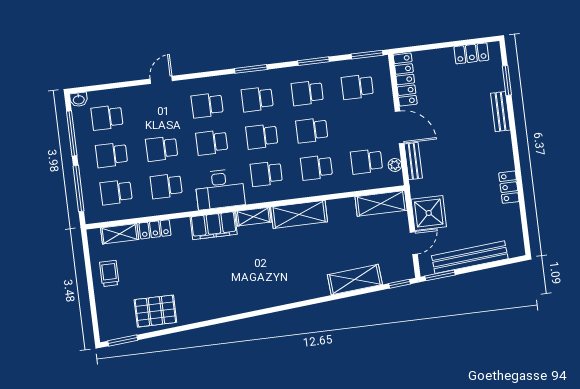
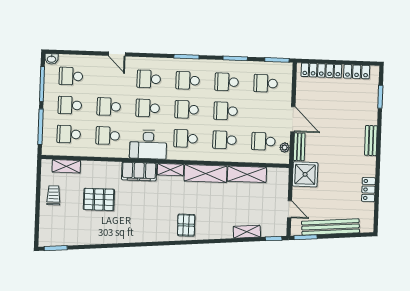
door: (161, 80) -> (117, 54), swing flipped
locker: (405, 80) -> (321, 70), moved, turned 90
bench: (500, 112) -> (371, 141), moved
locker: (509, 187) -> (368, 190), moved
shelving: (381, 203) -> (247, 174), moved
shower: (429, 213) -> (305, 174), moved
locker: (155, 229) -> (94, 167), removed
door: (414, 243) -> (289, 209), hinge flipped
shelving: (355, 280) -> (247, 232), width x0.67, depth x0.75
pallet: (285, 284) -> (186, 225), added
pallet: (155, 311) -> (99, 199), moved

